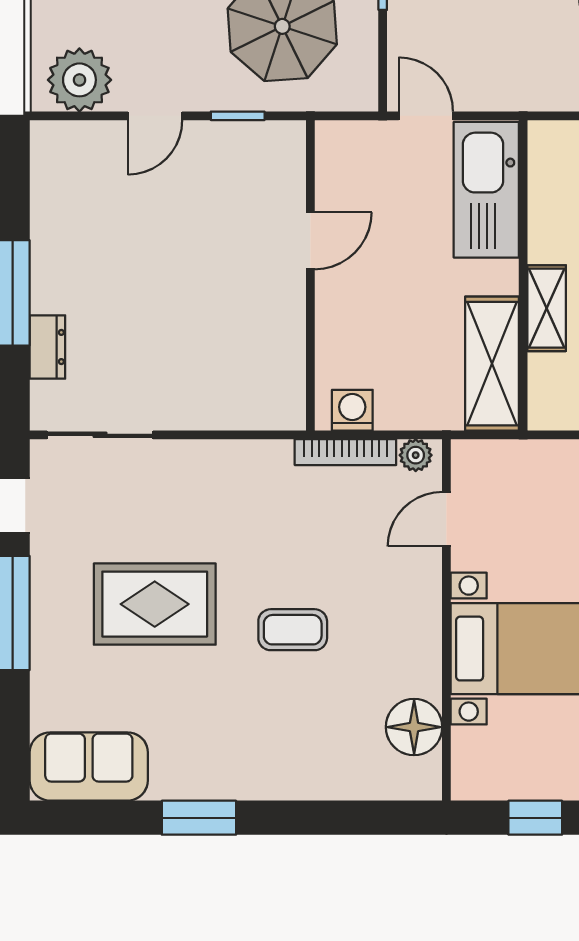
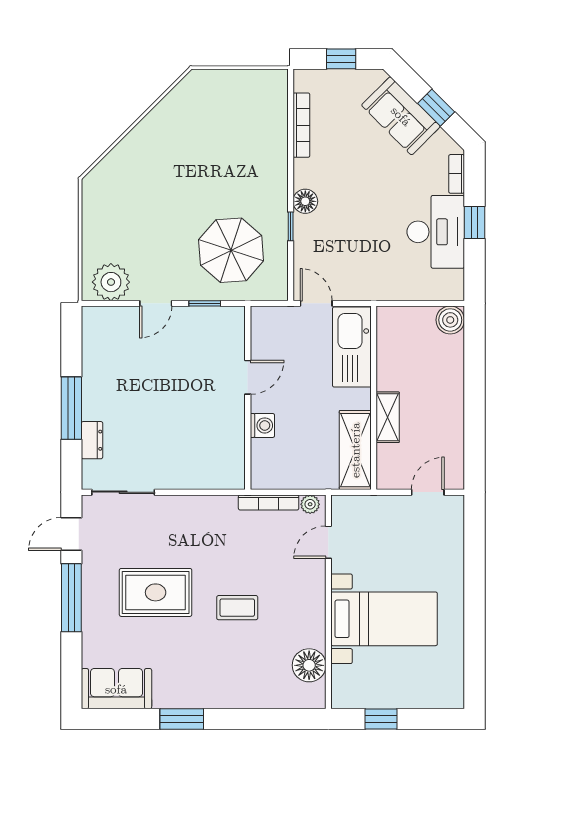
washing machine: (352, 410) -> (262, 425), moved, turned 90

